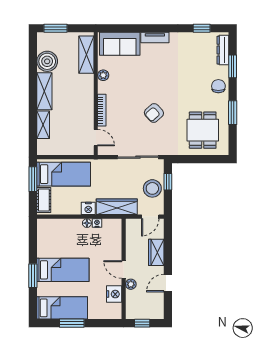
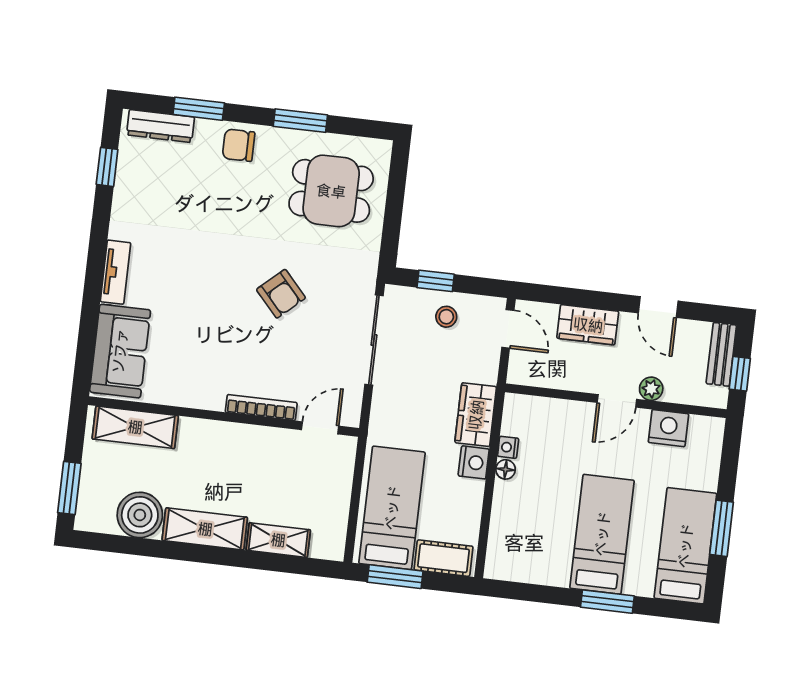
plant: (103, 75) -> (185, 395), removed
stool: (152, 188) -> (446, 317), width x0.53, depth x0.53
wardrobe: (117, 207) -> (476, 415), width x0.67
bench: (150, 314) -> (721, 354), added

